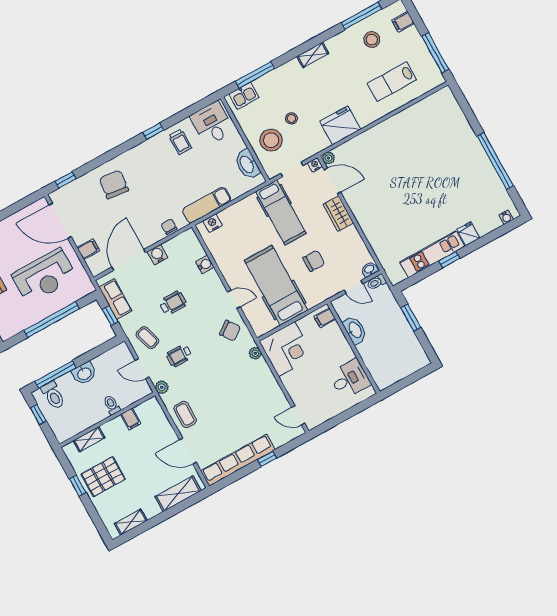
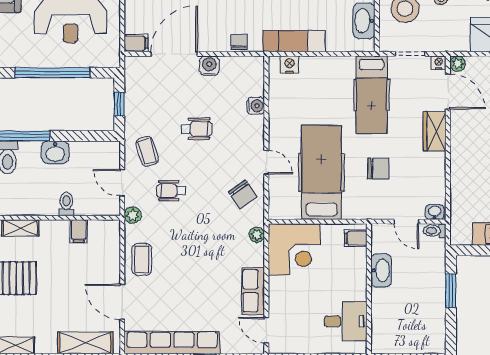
filing cabinet: (88, 249) -> (136, 43), moved
row of seats: (115, 299) -> (253, 291), moved, turned 180

